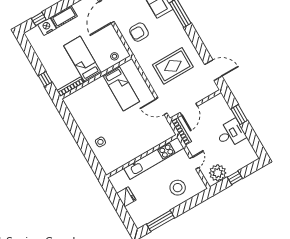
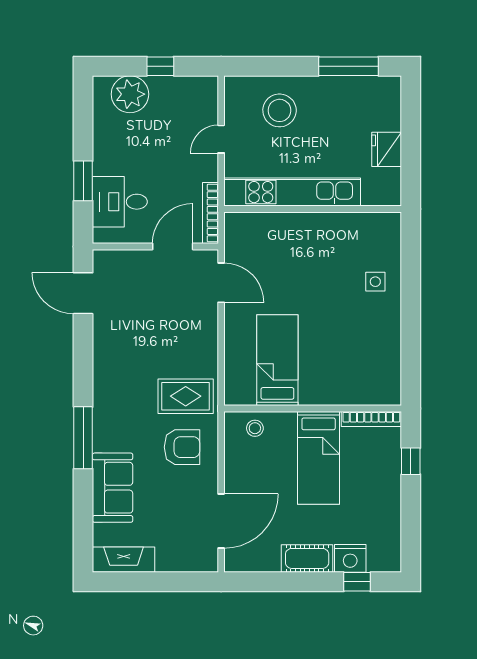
rug: (173, 66) -> (186, 396), moved, width x0.73, depth x0.70
desk: (231, 134) -> (120, 202), moved
plant: (218, 173) -> (130, 94), moved

